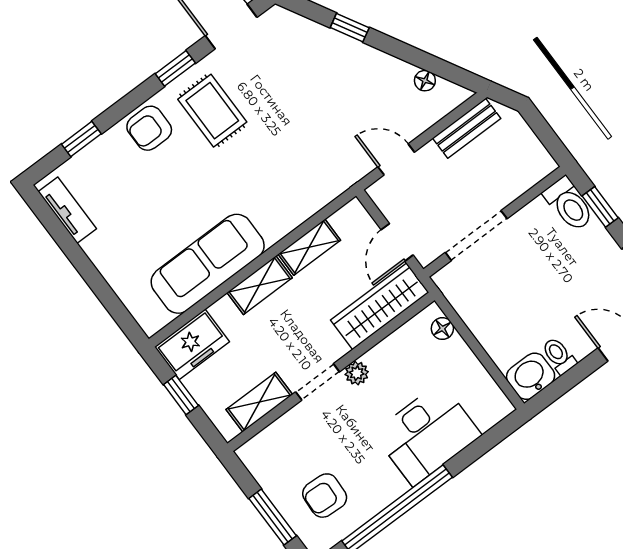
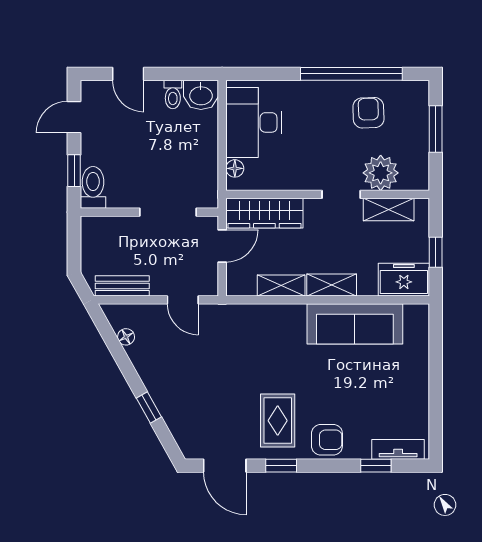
tv unit: (67, 210) -> (398, 449), moved, turned 90
plant: (357, 373) -> (381, 173), moved, width x1.88, depth x1.88
desk: (427, 434) -> (254, 122), moved, turned -90
armchair: (325, 496) -> (368, 113), moved, turned -95

